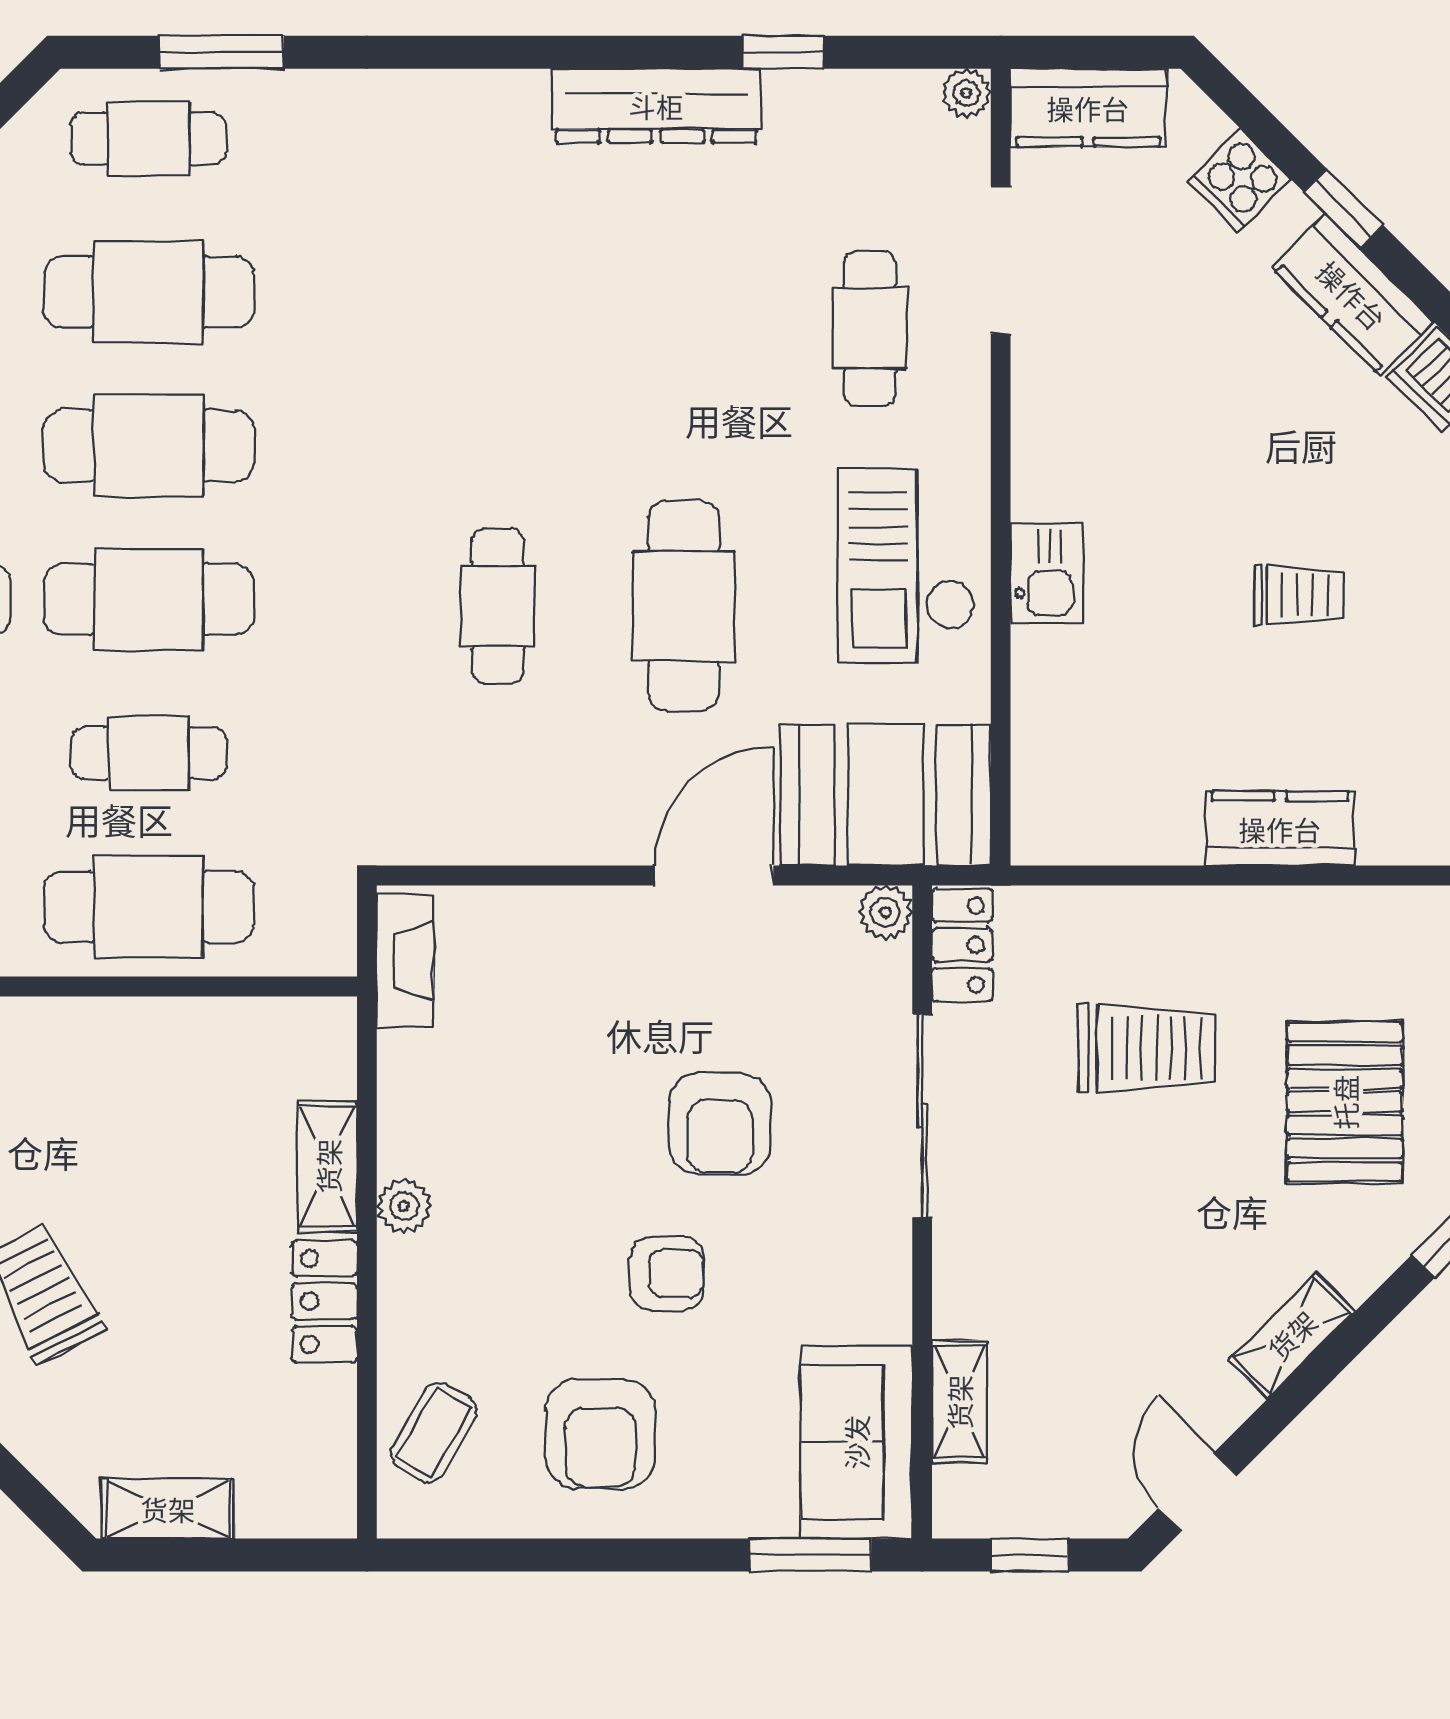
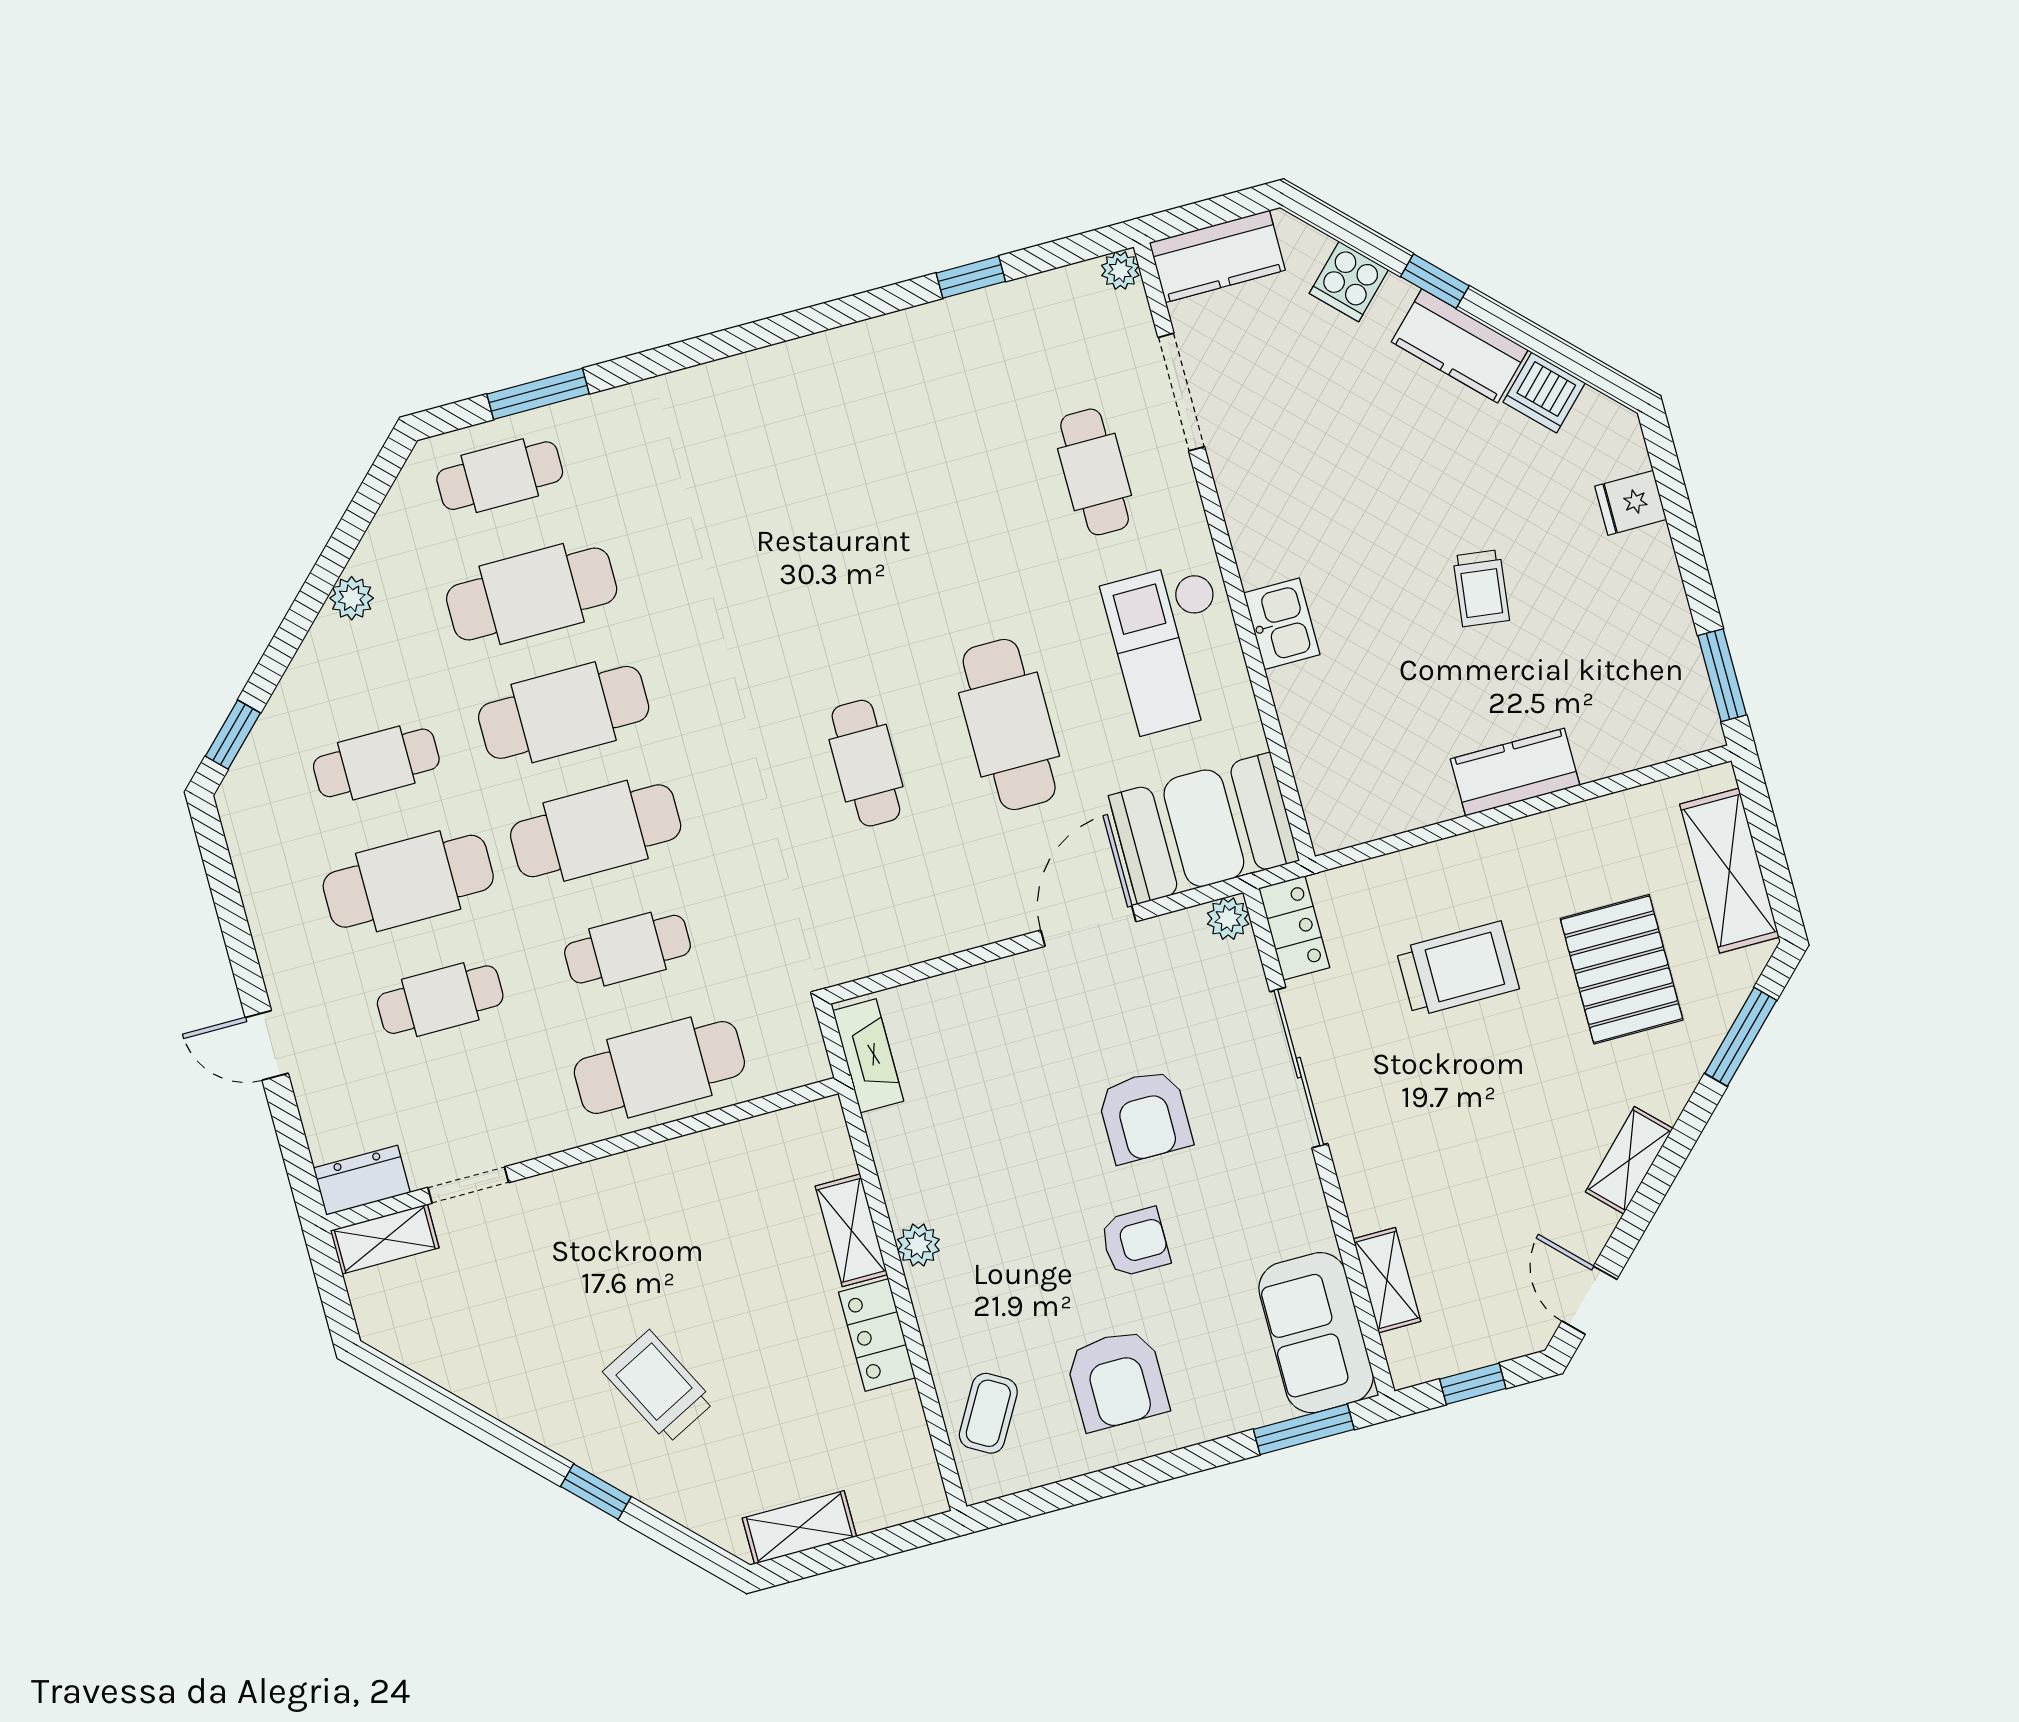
dresser: (656, 106) -> (884, 345), removed
trolley: (1299, 595) -> (1481, 588), turned 97

